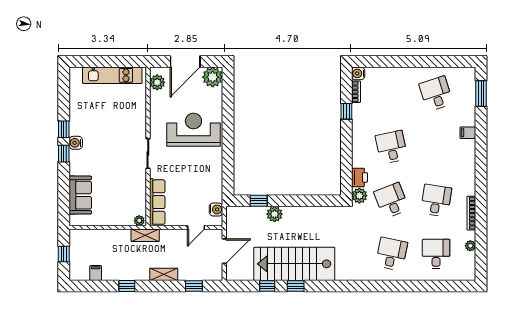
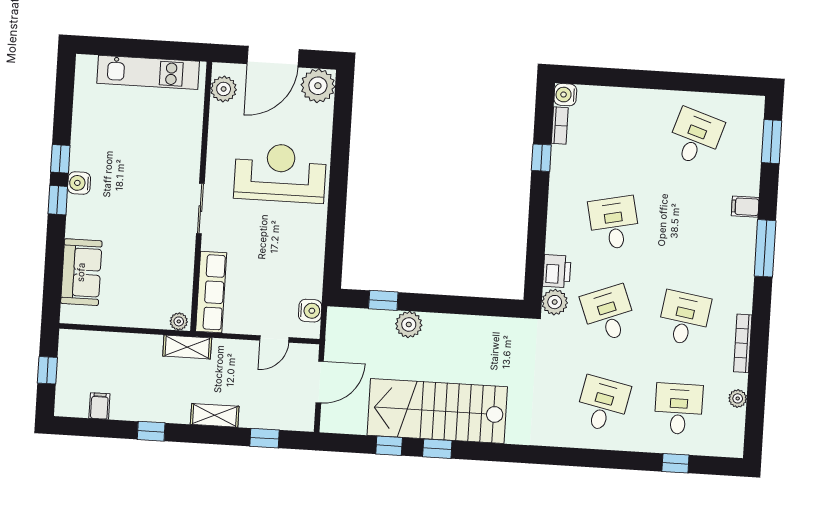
desk: (436, 94) -> (695, 137), turned 36
window: (481, 157) -> (765, 248), added
window: (436, 286) -> (675, 463), added

